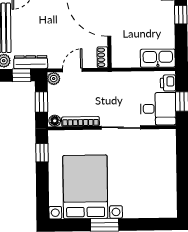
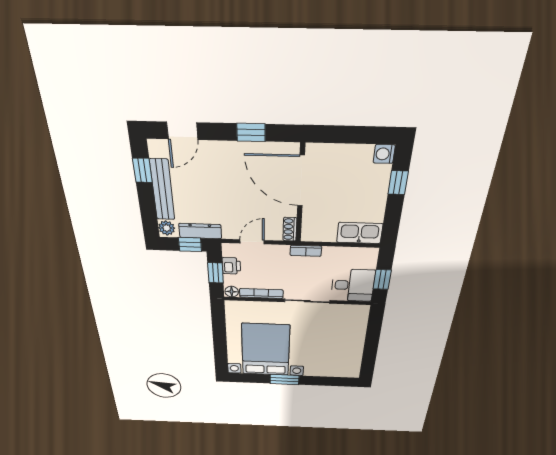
bookcase: (116, 77) -> (306, 251), added
plant: (54, 79) -> (229, 250), removed
printer: (168, 83) -> (231, 266), moved, turned 180
window: (42, 153) -> (218, 320), removed

